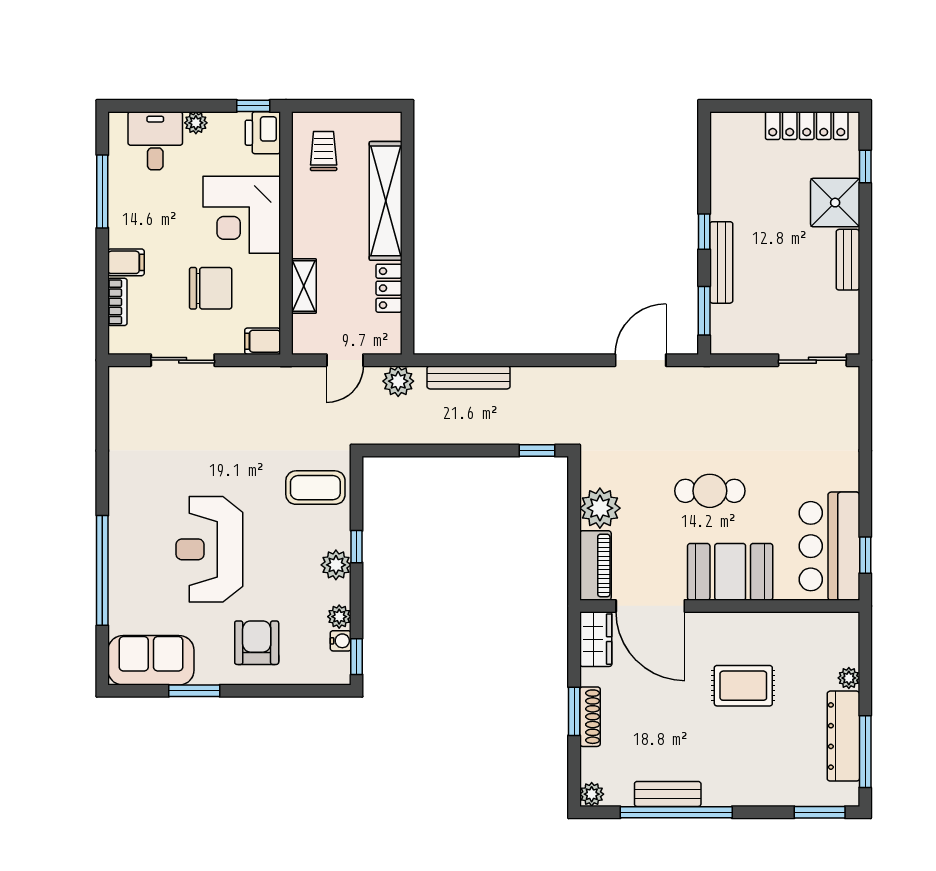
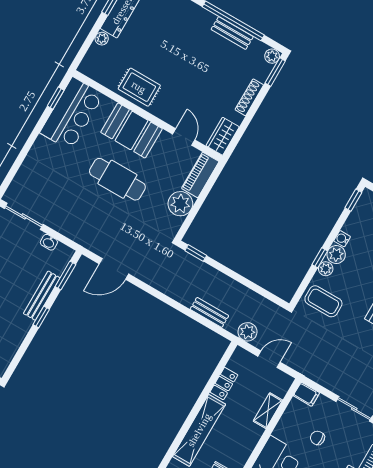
chair: (211, 288) -> (317, 438), width x0.54, depth x0.54
washbasin: (755, 344) -> (49, 242), added
bench: (469, 377) -> (209, 312), width x0.73
cafe table: (710, 491) -> (117, 179), width x1.37, depth x1.35
door: (650, 606) -> (184, 137), width x0.53
plant: (339, 617) -> (326, 269), moved
water cooler: (341, 641) -> (342, 239), moved
rug: (743, 686) -> (139, 87), moved
window: (574, 711) -> (275, 72), moved

